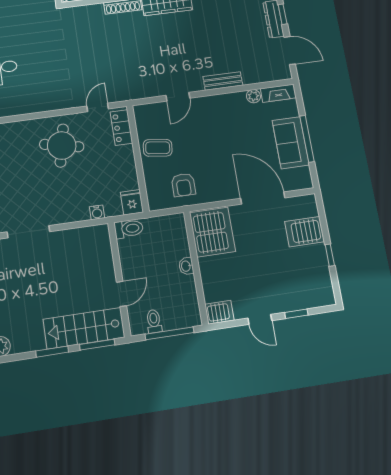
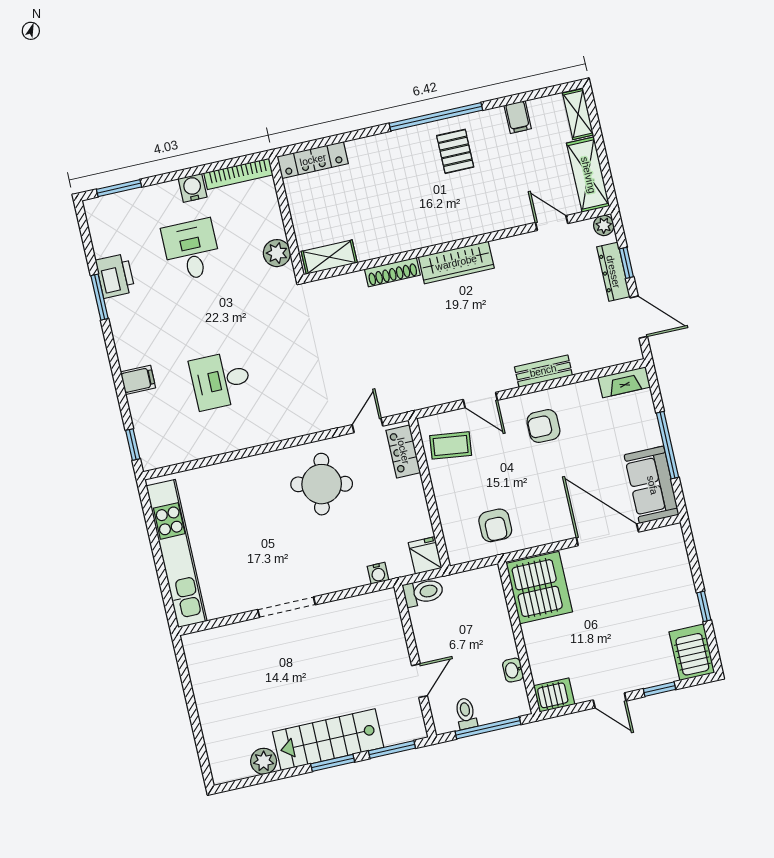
plant: (253, 96) -> (588, 390), removed
door: (178, 97) -> (480, 400), hinge flipped
armchair: (221, 118) -> (543, 426), added
sofa: (291, 143) -> (652, 485), moved
coffee table: (158, 148) -> (451, 445), moved
server rack: (304, 232) -> (692, 652), moved, turned 90
washbasin: (186, 266) -> (513, 670), moved
stairs: (84, 328) -> (328, 740), moved

